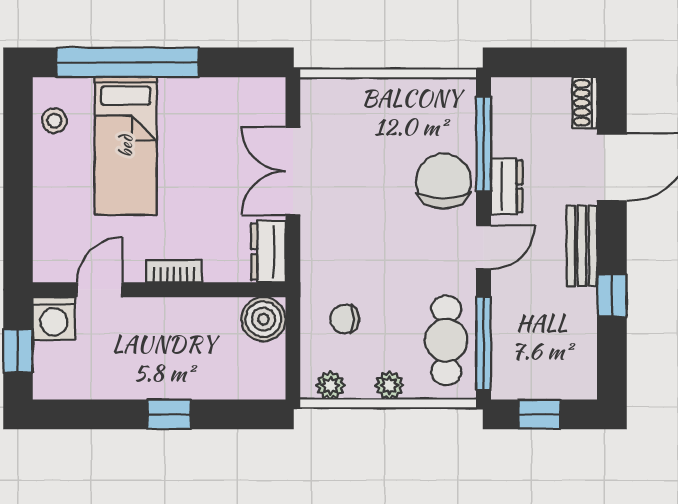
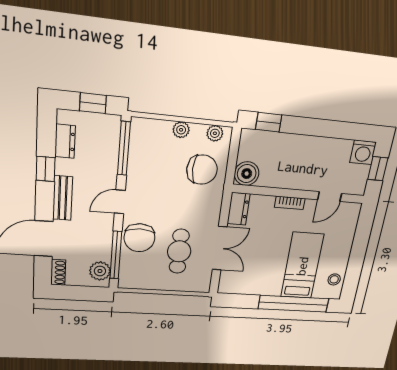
plant: (510, 110) -> (100, 271), added
dresser: (507, 186) -> (65, 141), moved, turned 180
washing machine: (54, 318) -> (363, 152), moved, turned 180
chair: (345, 319) -> (202, 170), width x1.87, depth x1.87
cafe table: (446, 340) -> (179, 251), moved
window: (169, 414) -> (269, 122), moved

